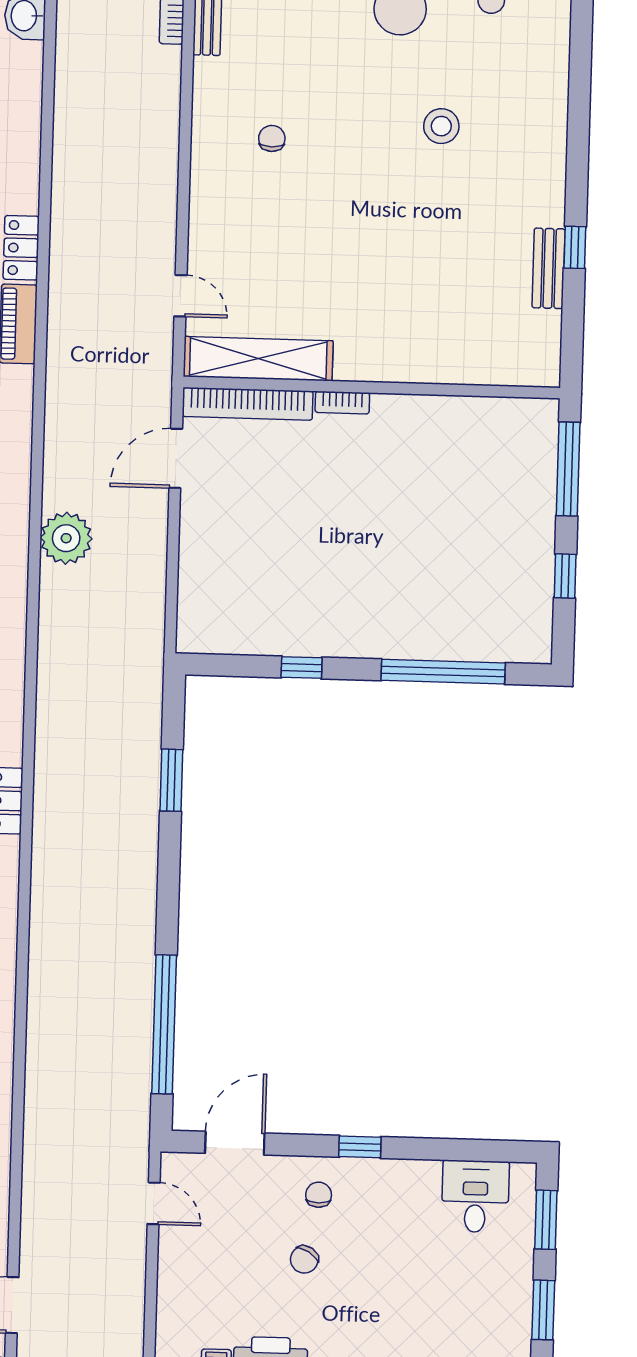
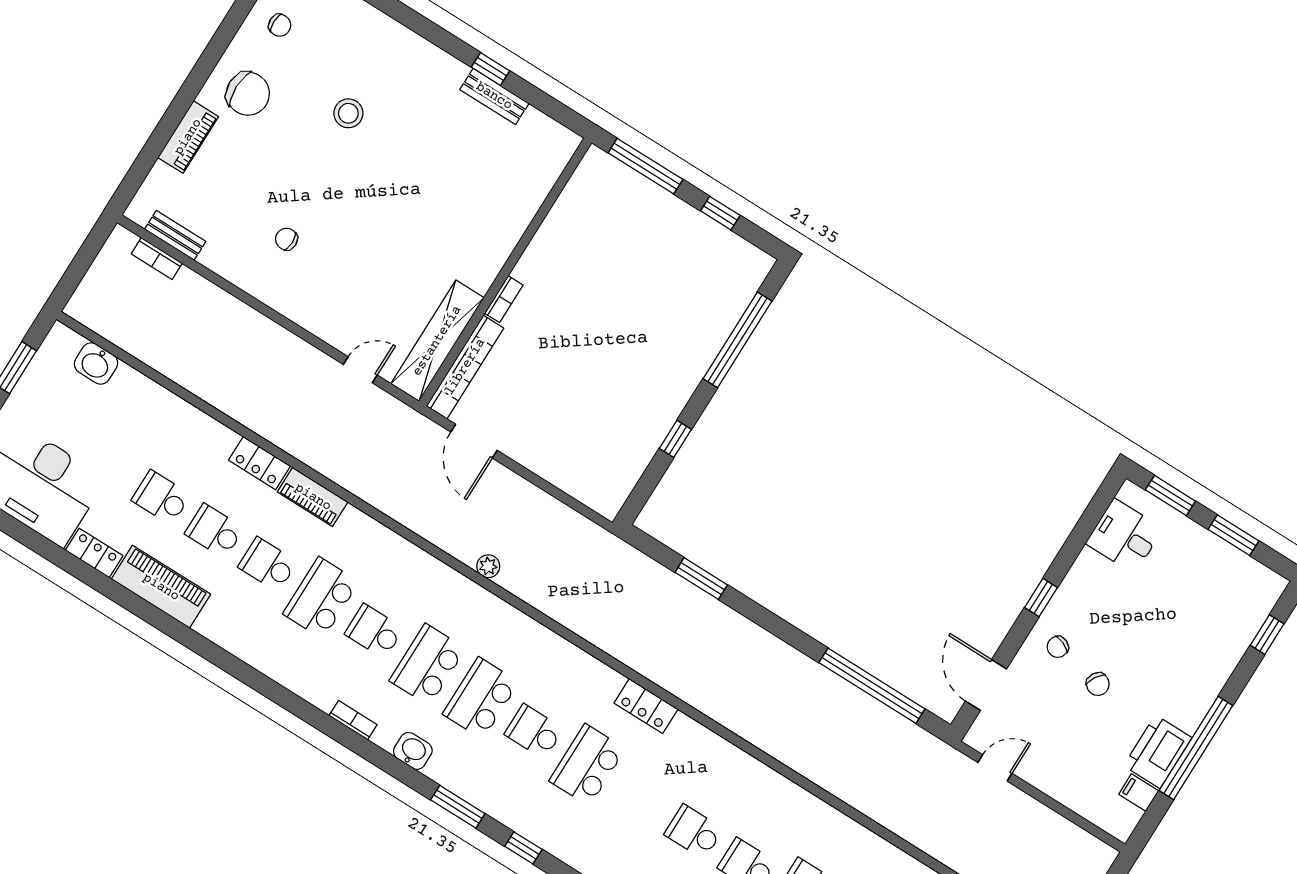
plant: (66, 538) -> (488, 566), width x0.53, depth x0.53
chair: (319, 1195) -> (1058, 647), turned -67

